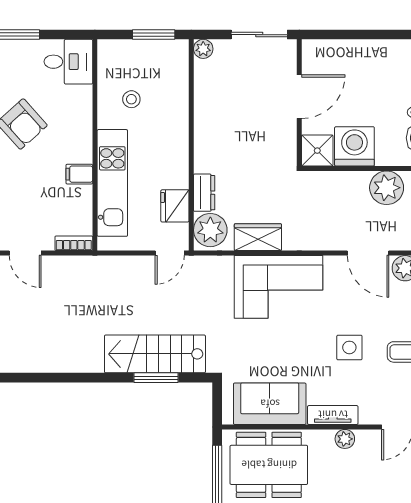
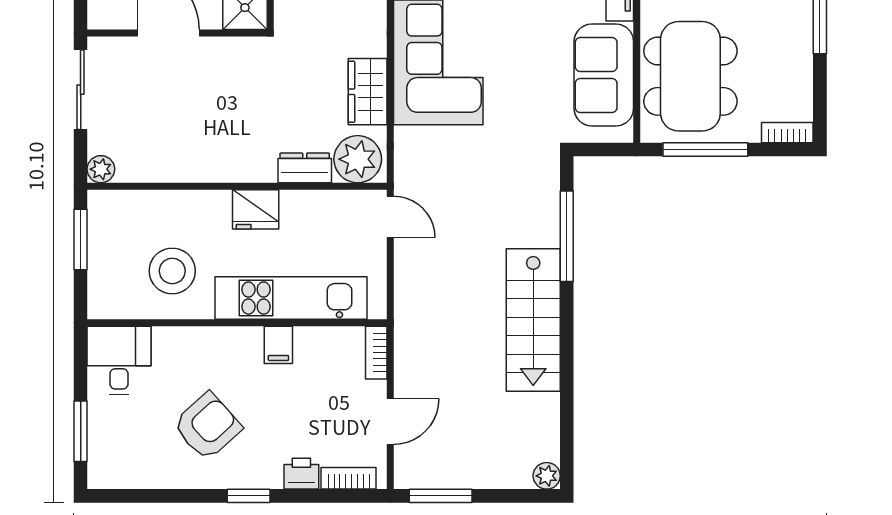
stool: (131, 99) -> (172, 271), width x1.89, depth x1.89
fridge: (175, 206) -> (256, 209), moved
stairs: (155, 354) -> (533, 320), moved
window: (156, 378) -> (567, 236), width x1.44

